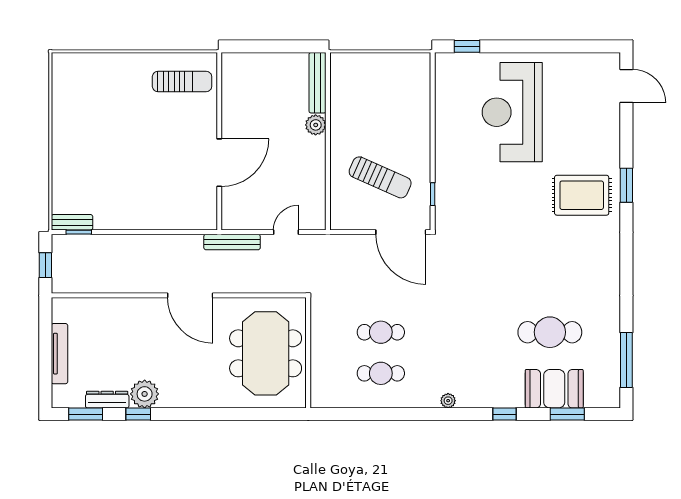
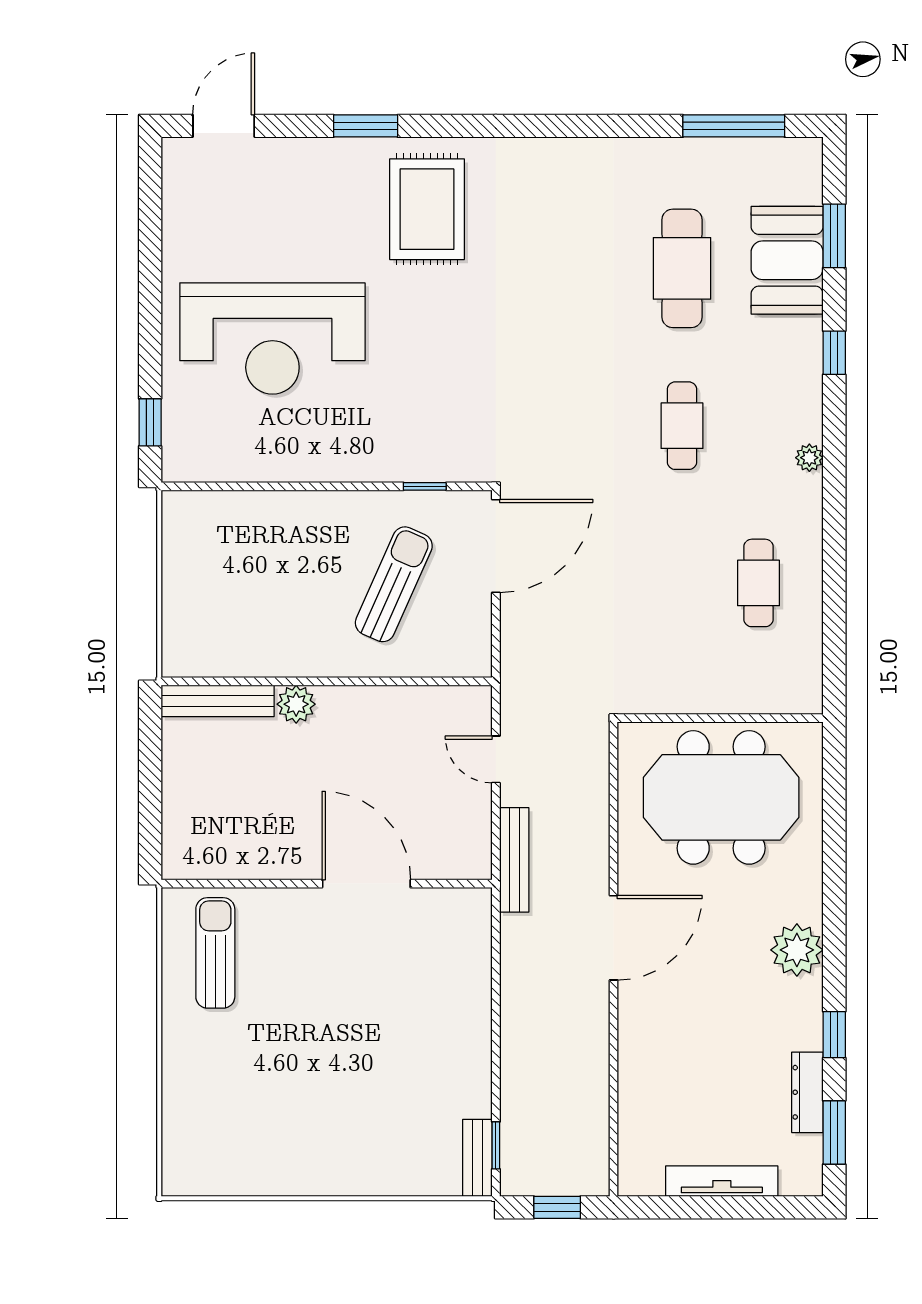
window: (626, 185) -> (366, 126), moved
cafe table: (381, 332) -> (682, 426), moved
plant: (145, 394) -> (797, 950), moved

